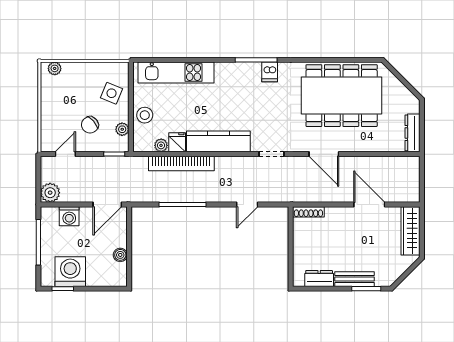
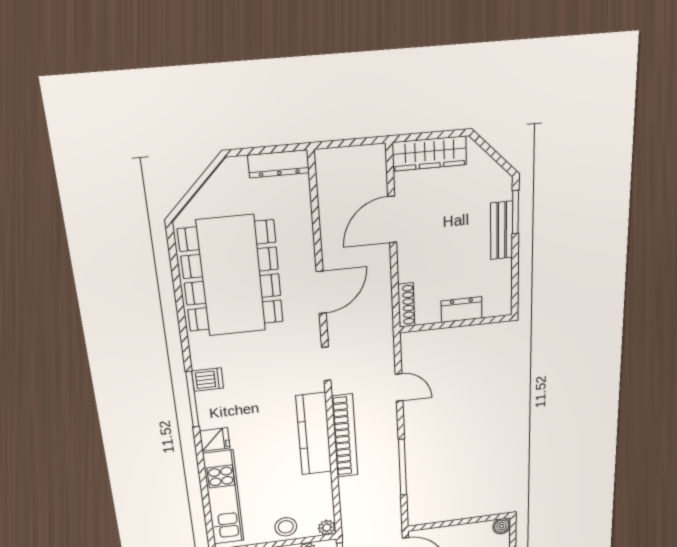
fridge: (177, 142) -> (215, 439), moved, turned 180
plant: (161, 145) -> (327, 528), moved
bookcase: (181, 163) -> (345, 436), moved
boiler: (120, 255) -> (502, 526), moved
dresser: (319, 279) -> (462, 310), moved, turned 90

